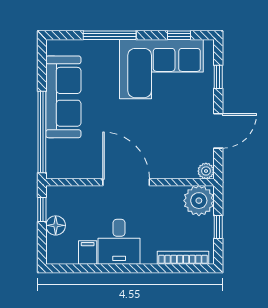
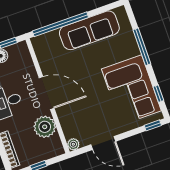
window: (218, 77) -> (153, 125), moved
door: (126, 182) -> (47, 93), hinge flipped
plant: (199, 201) -> (45, 127), moved

